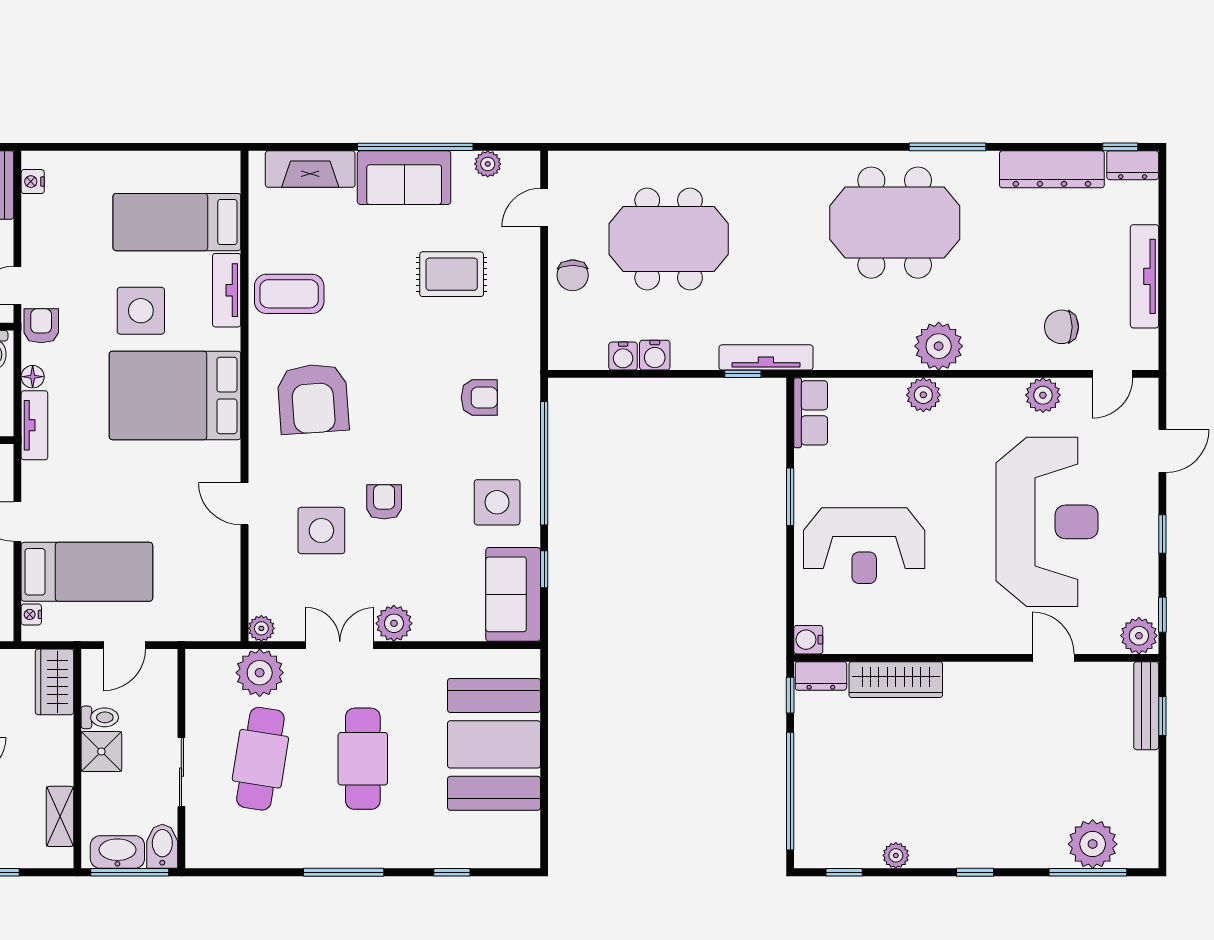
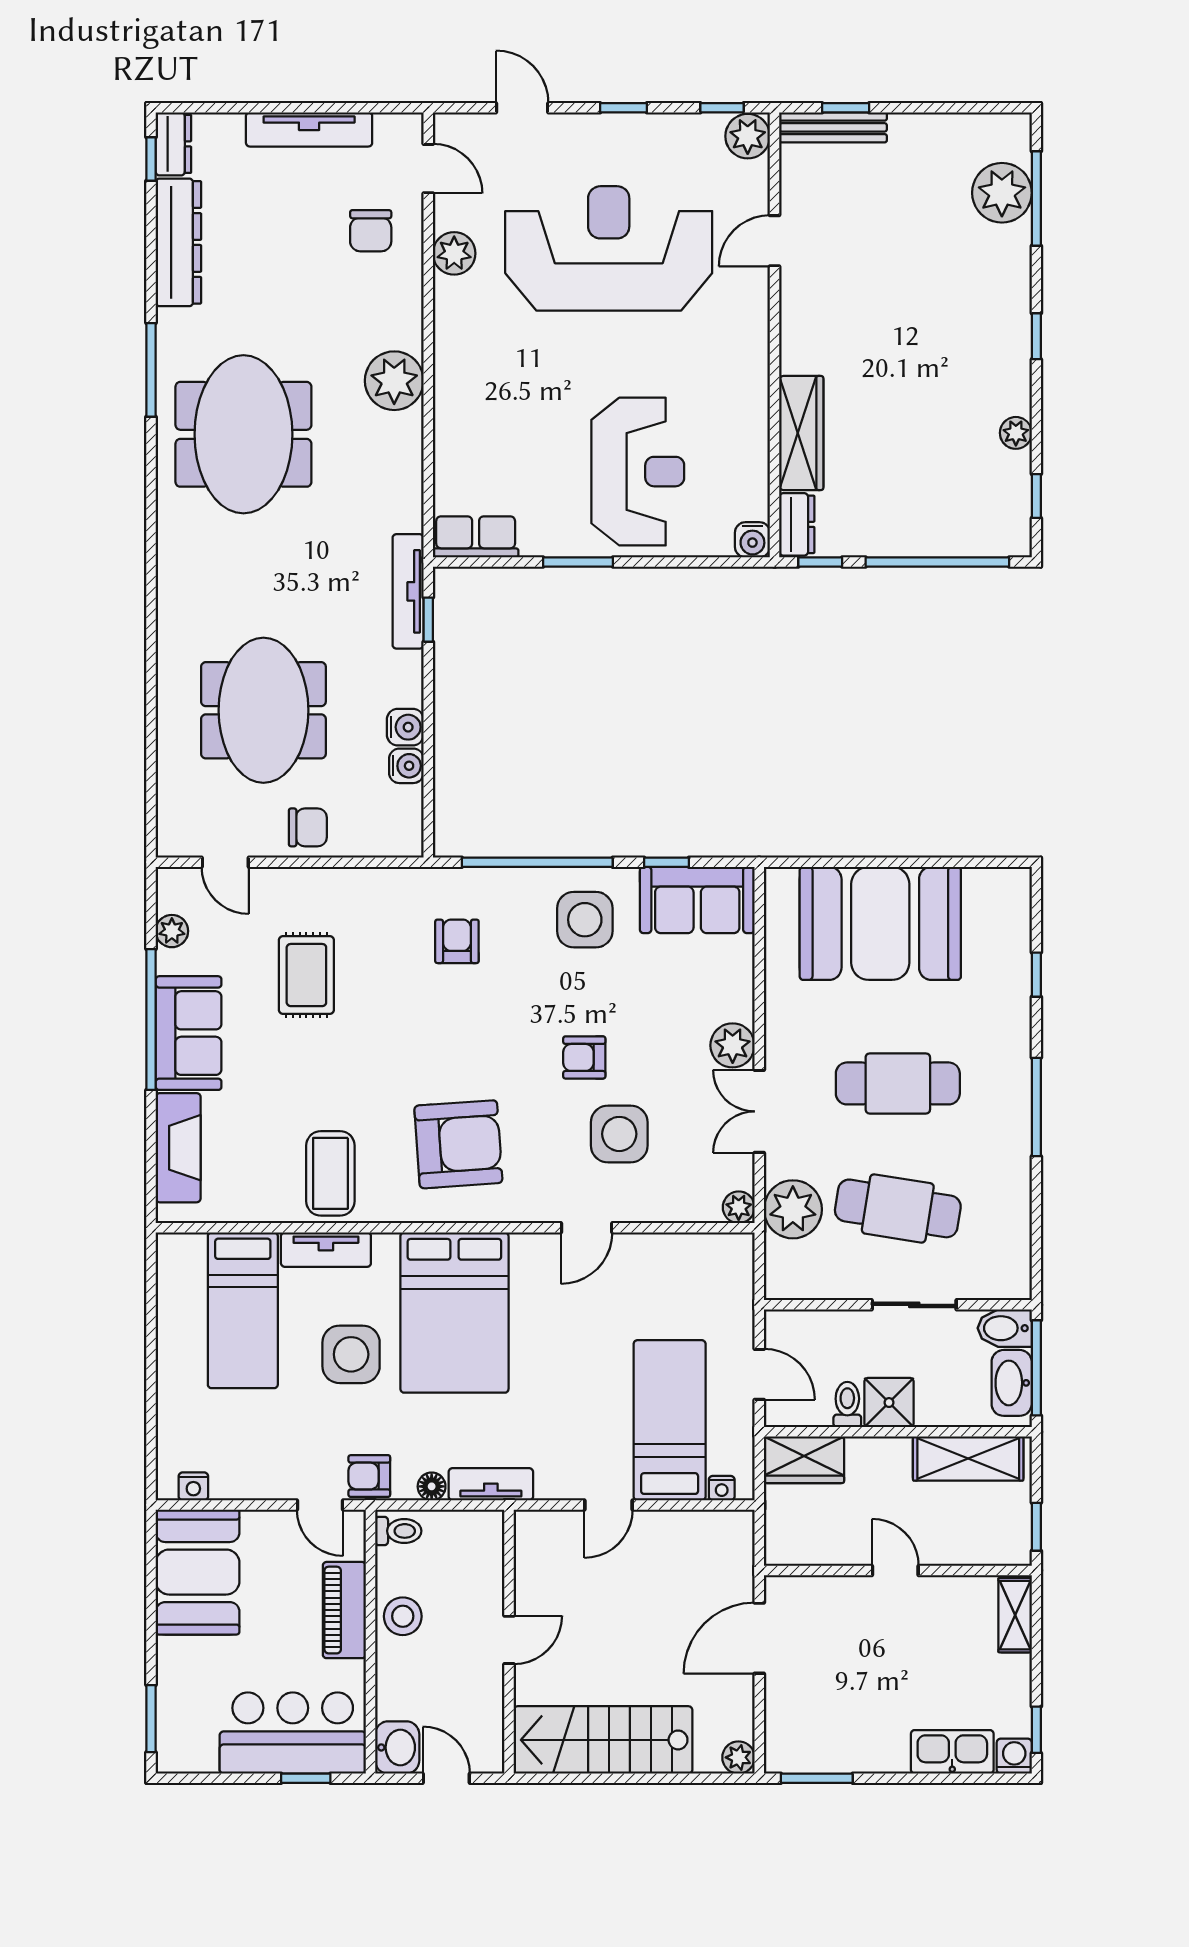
plant: (923, 395) -> (454, 399), removed
shelving: (60, 816) -> (968, 1459), width x1.50, depth x1.33

